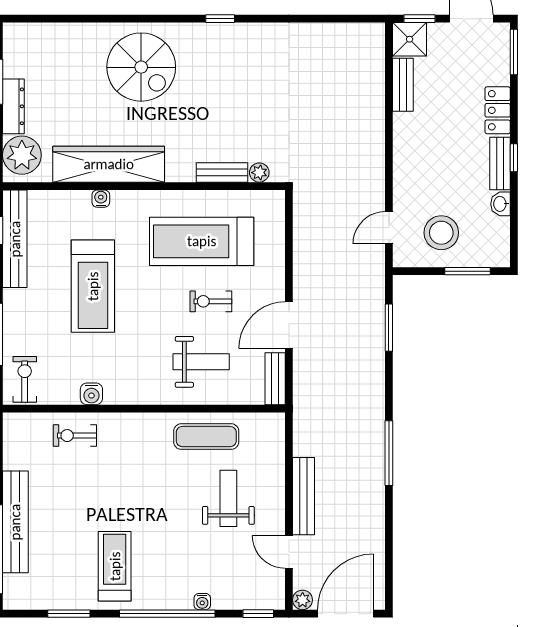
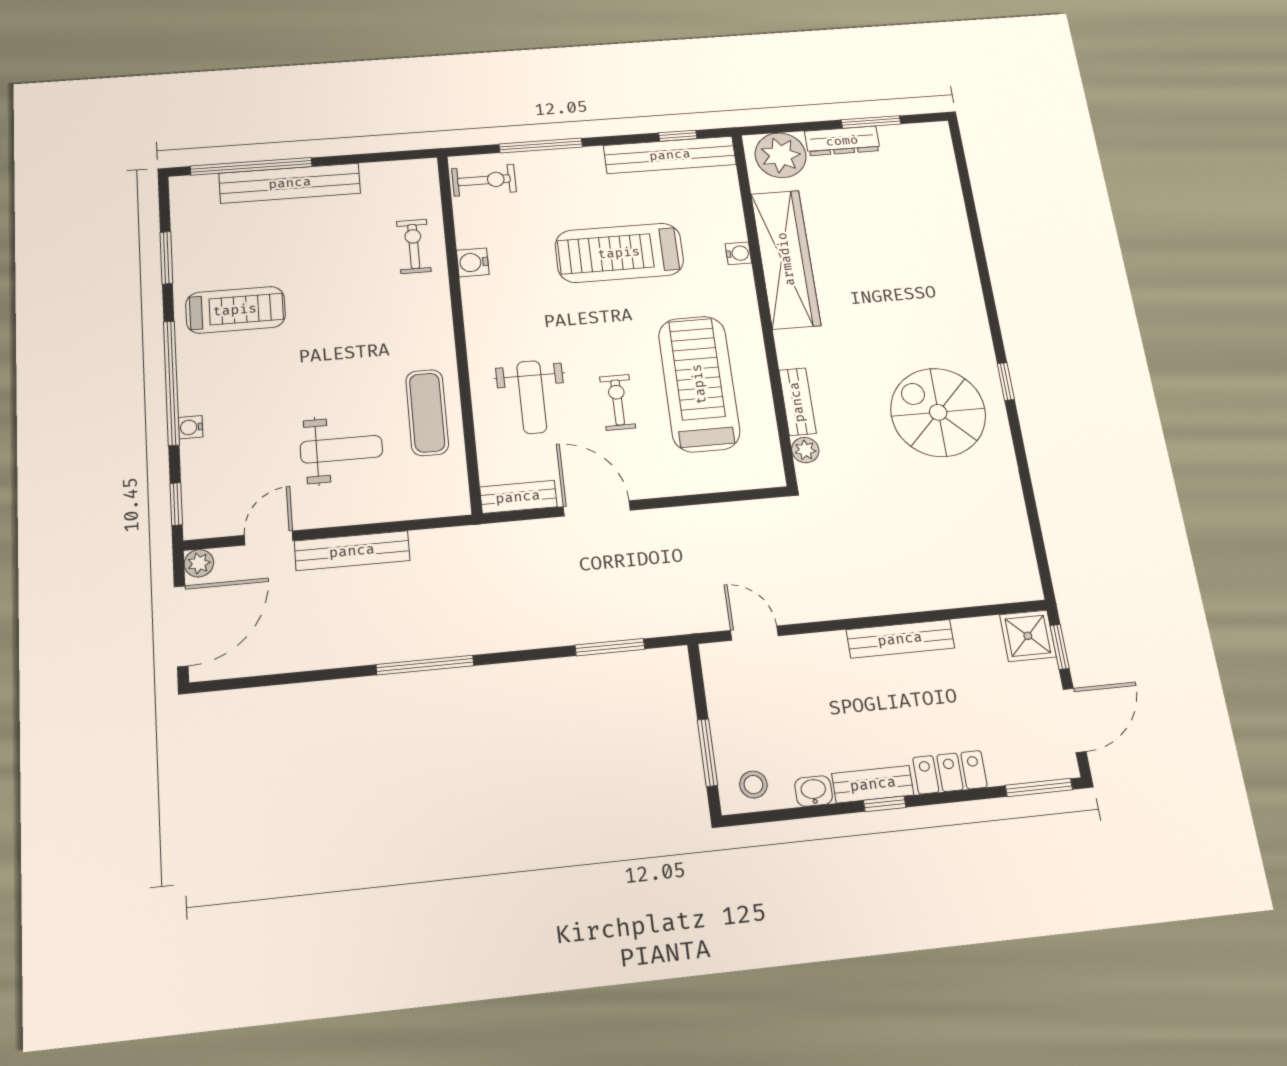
spiral stairs: (141, 67) -> (938, 412), moved, turned 90
bench: (403, 85) -> (900, 639), moved, width x1.36
stool: (441, 233) -> (753, 785), moved, width x0.53, depth x0.53
door: (346, 614) -> (181, 626), hinge flipped

